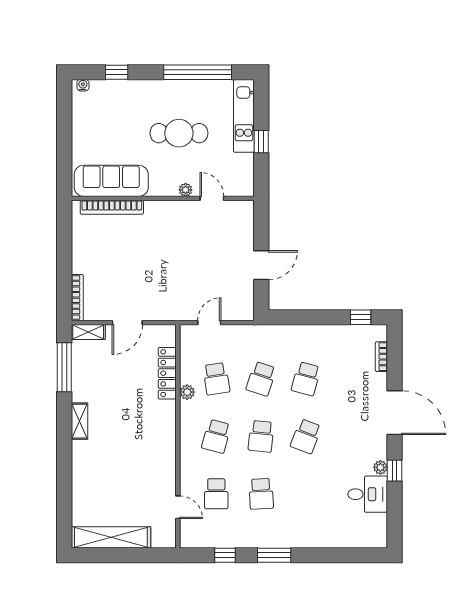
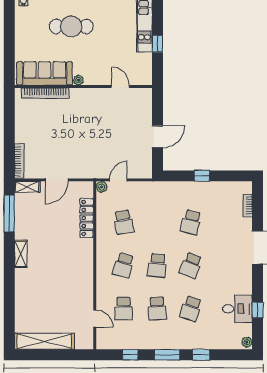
cafe table: (179, 133) -> (71, 26), moved
plant: (186, 190) -> (78, 80), moved
window: (361, 317) -> (202, 176), moved
school desk: (261, 379) -> (191, 309), moved
plant: (187, 392) -> (102, 187), moved
plant: (380, 467) -> (247, 342), moved
window: (395, 471) -> (258, 310), moved
window: (319, 555) -> (201, 355), added

